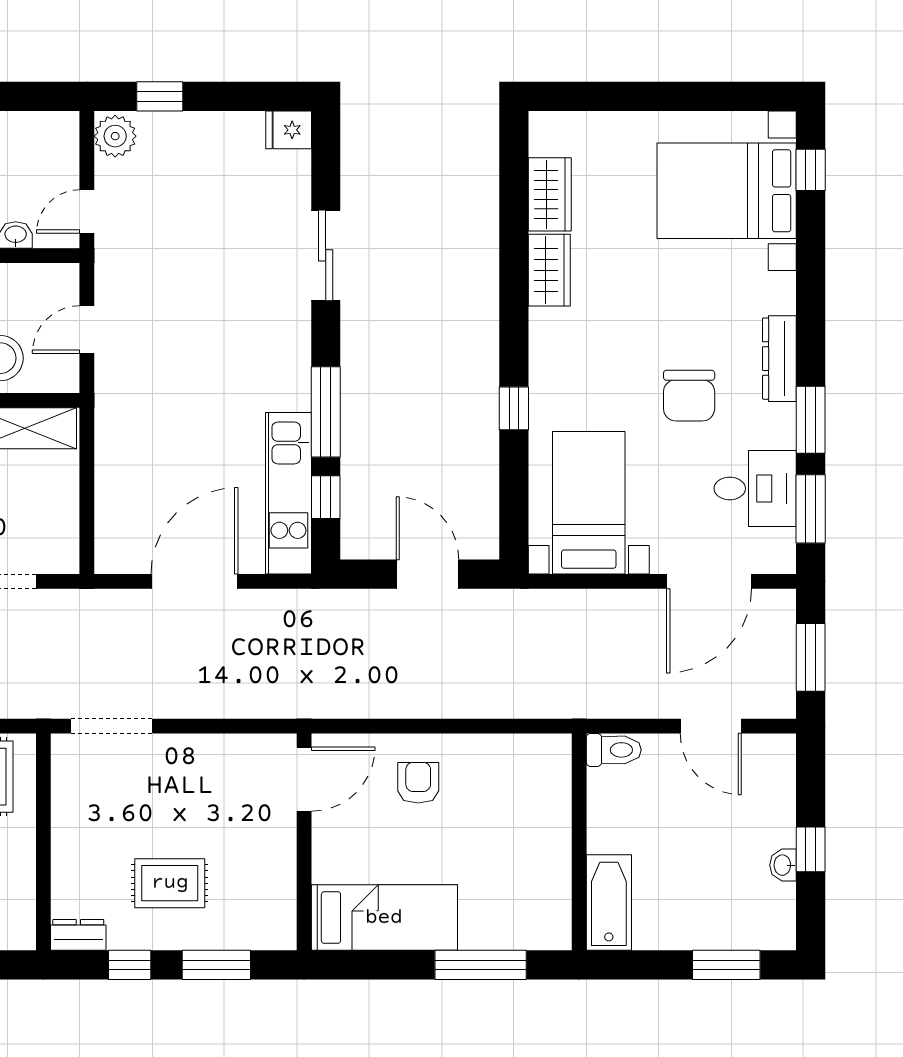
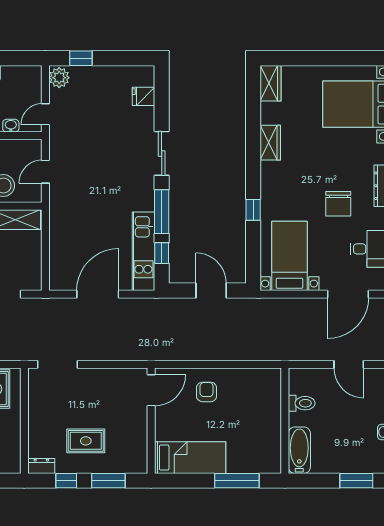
fridge: (289, 130) -> (144, 96), moved
wardrobe: (550, 194) -> (271, 83), moved
sliding door: (326, 255) -> (162, 153), moved
toilet: (614, 750) -> (302, 403), moved

